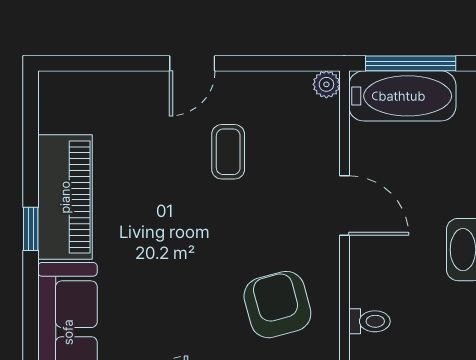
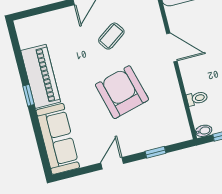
coffee table: (228, 152) -> (111, 36), turned 55
armchair: (277, 305) -> (122, 92), moved, width x1.36, depth x1.36

